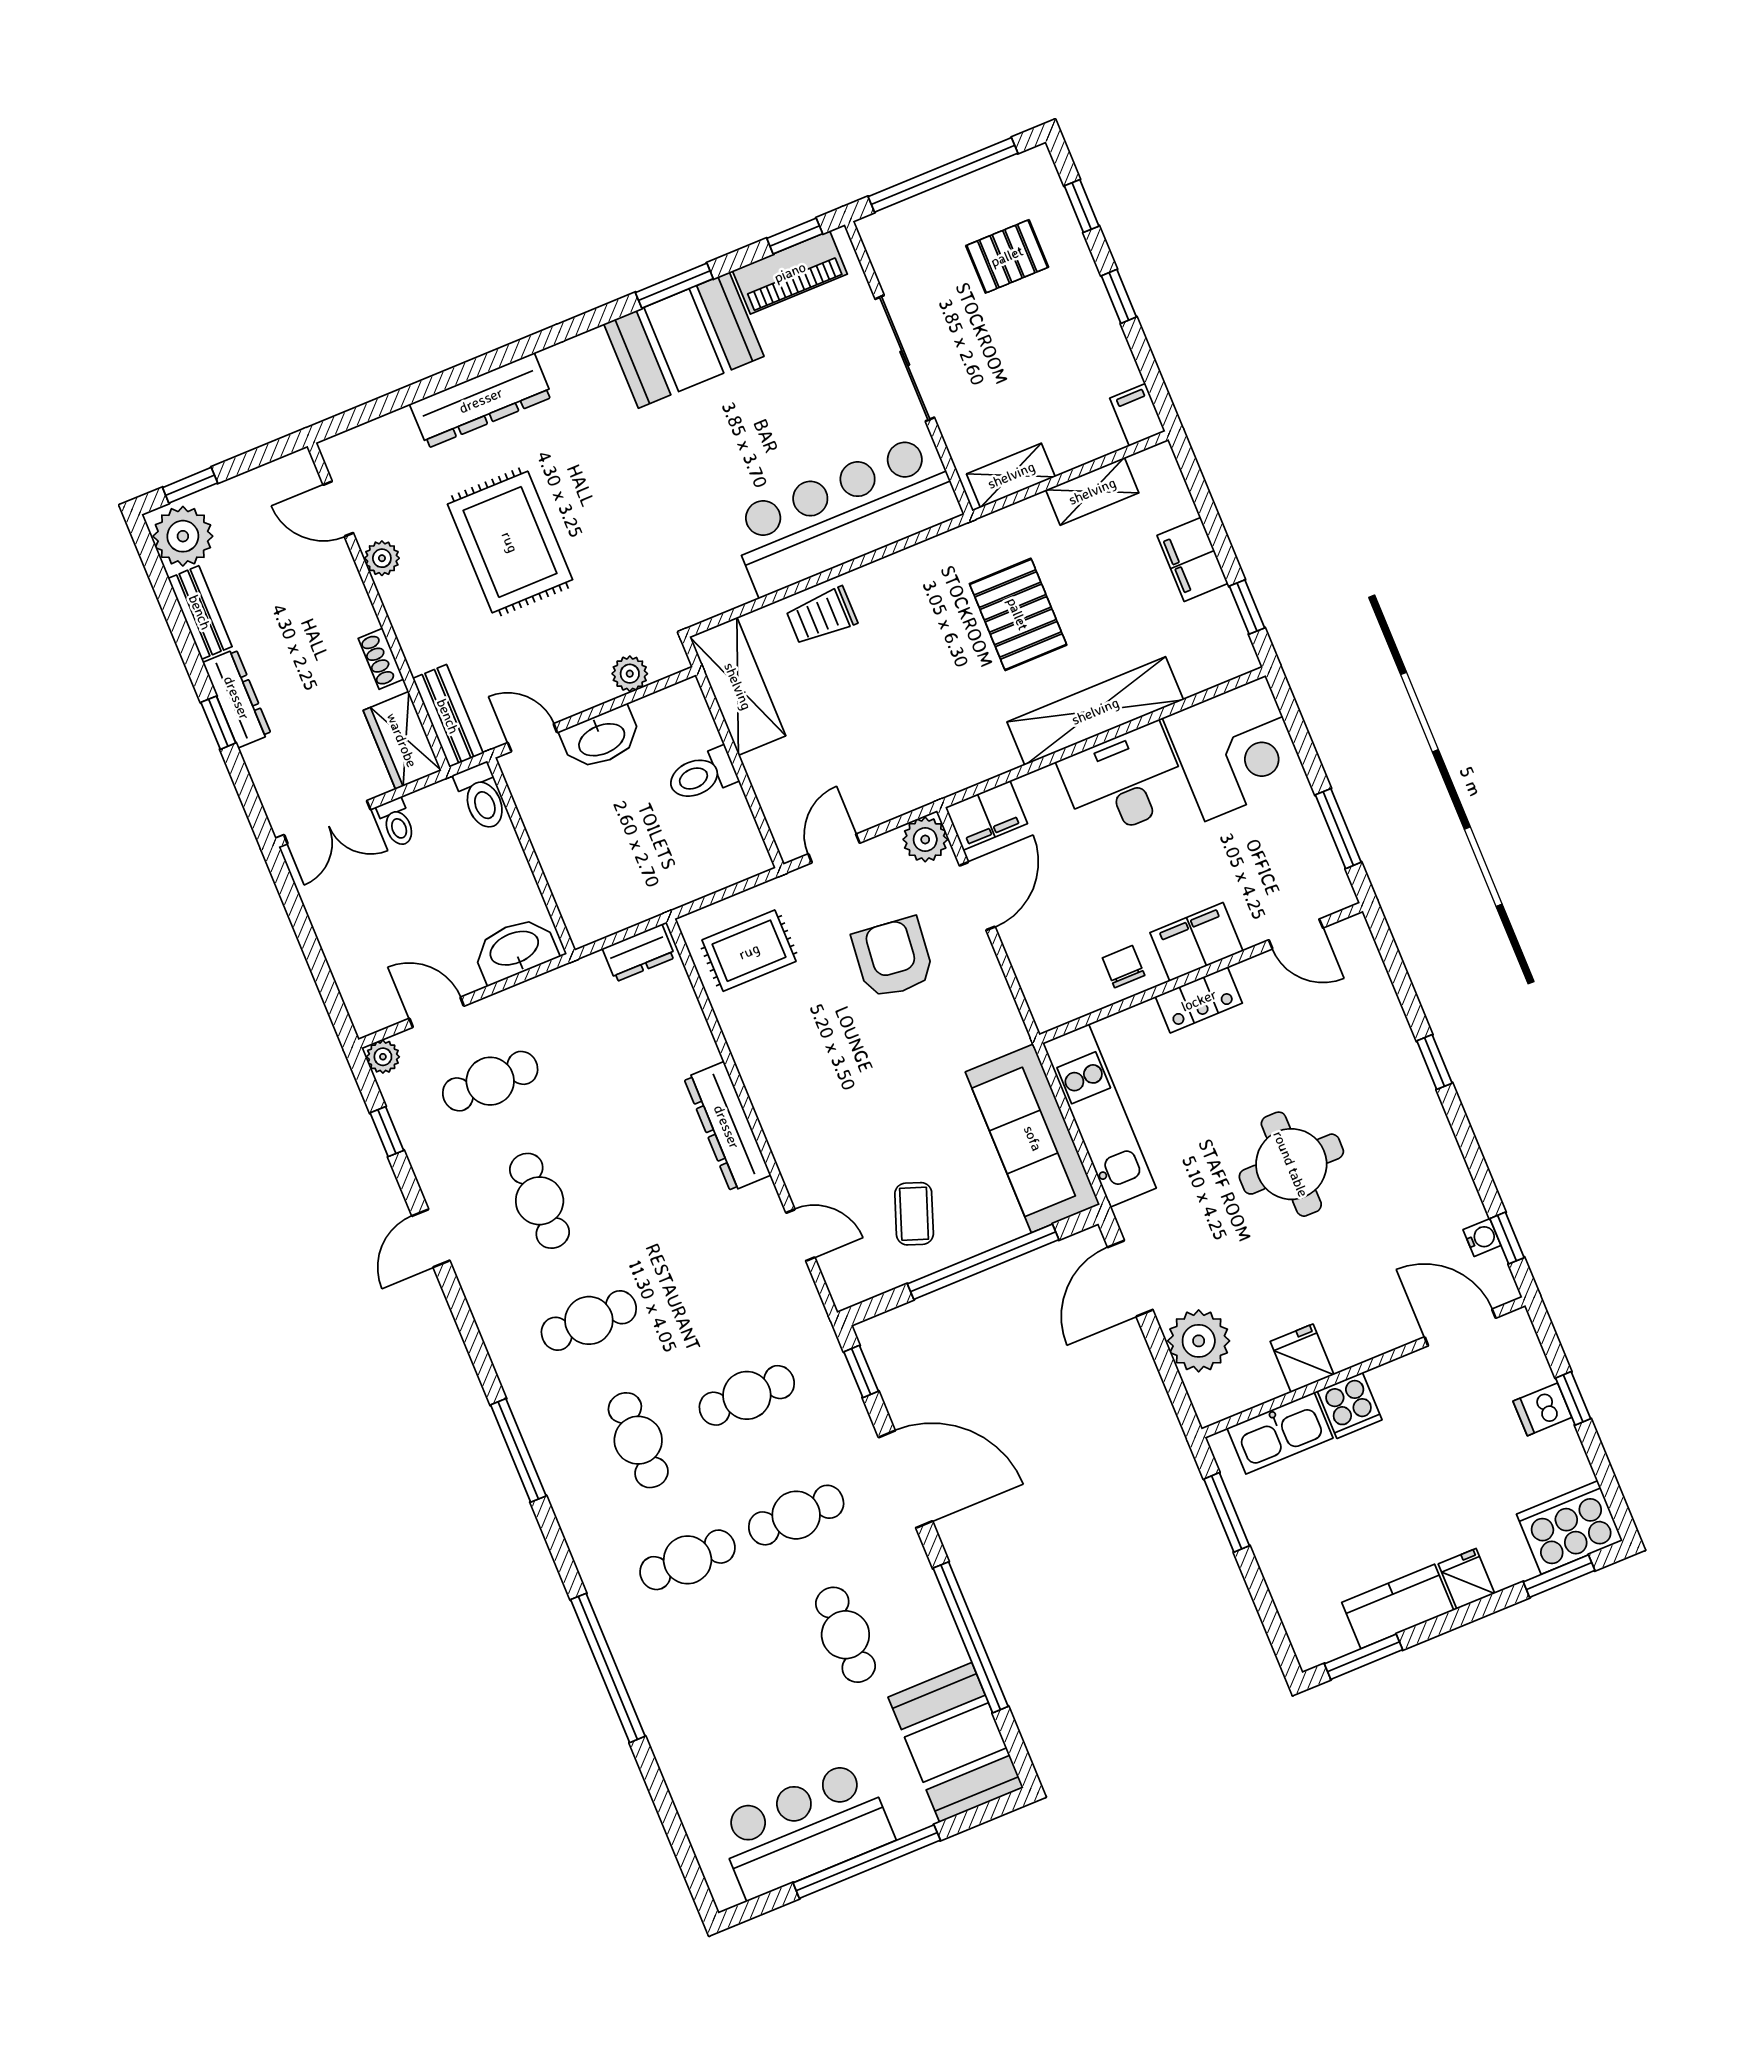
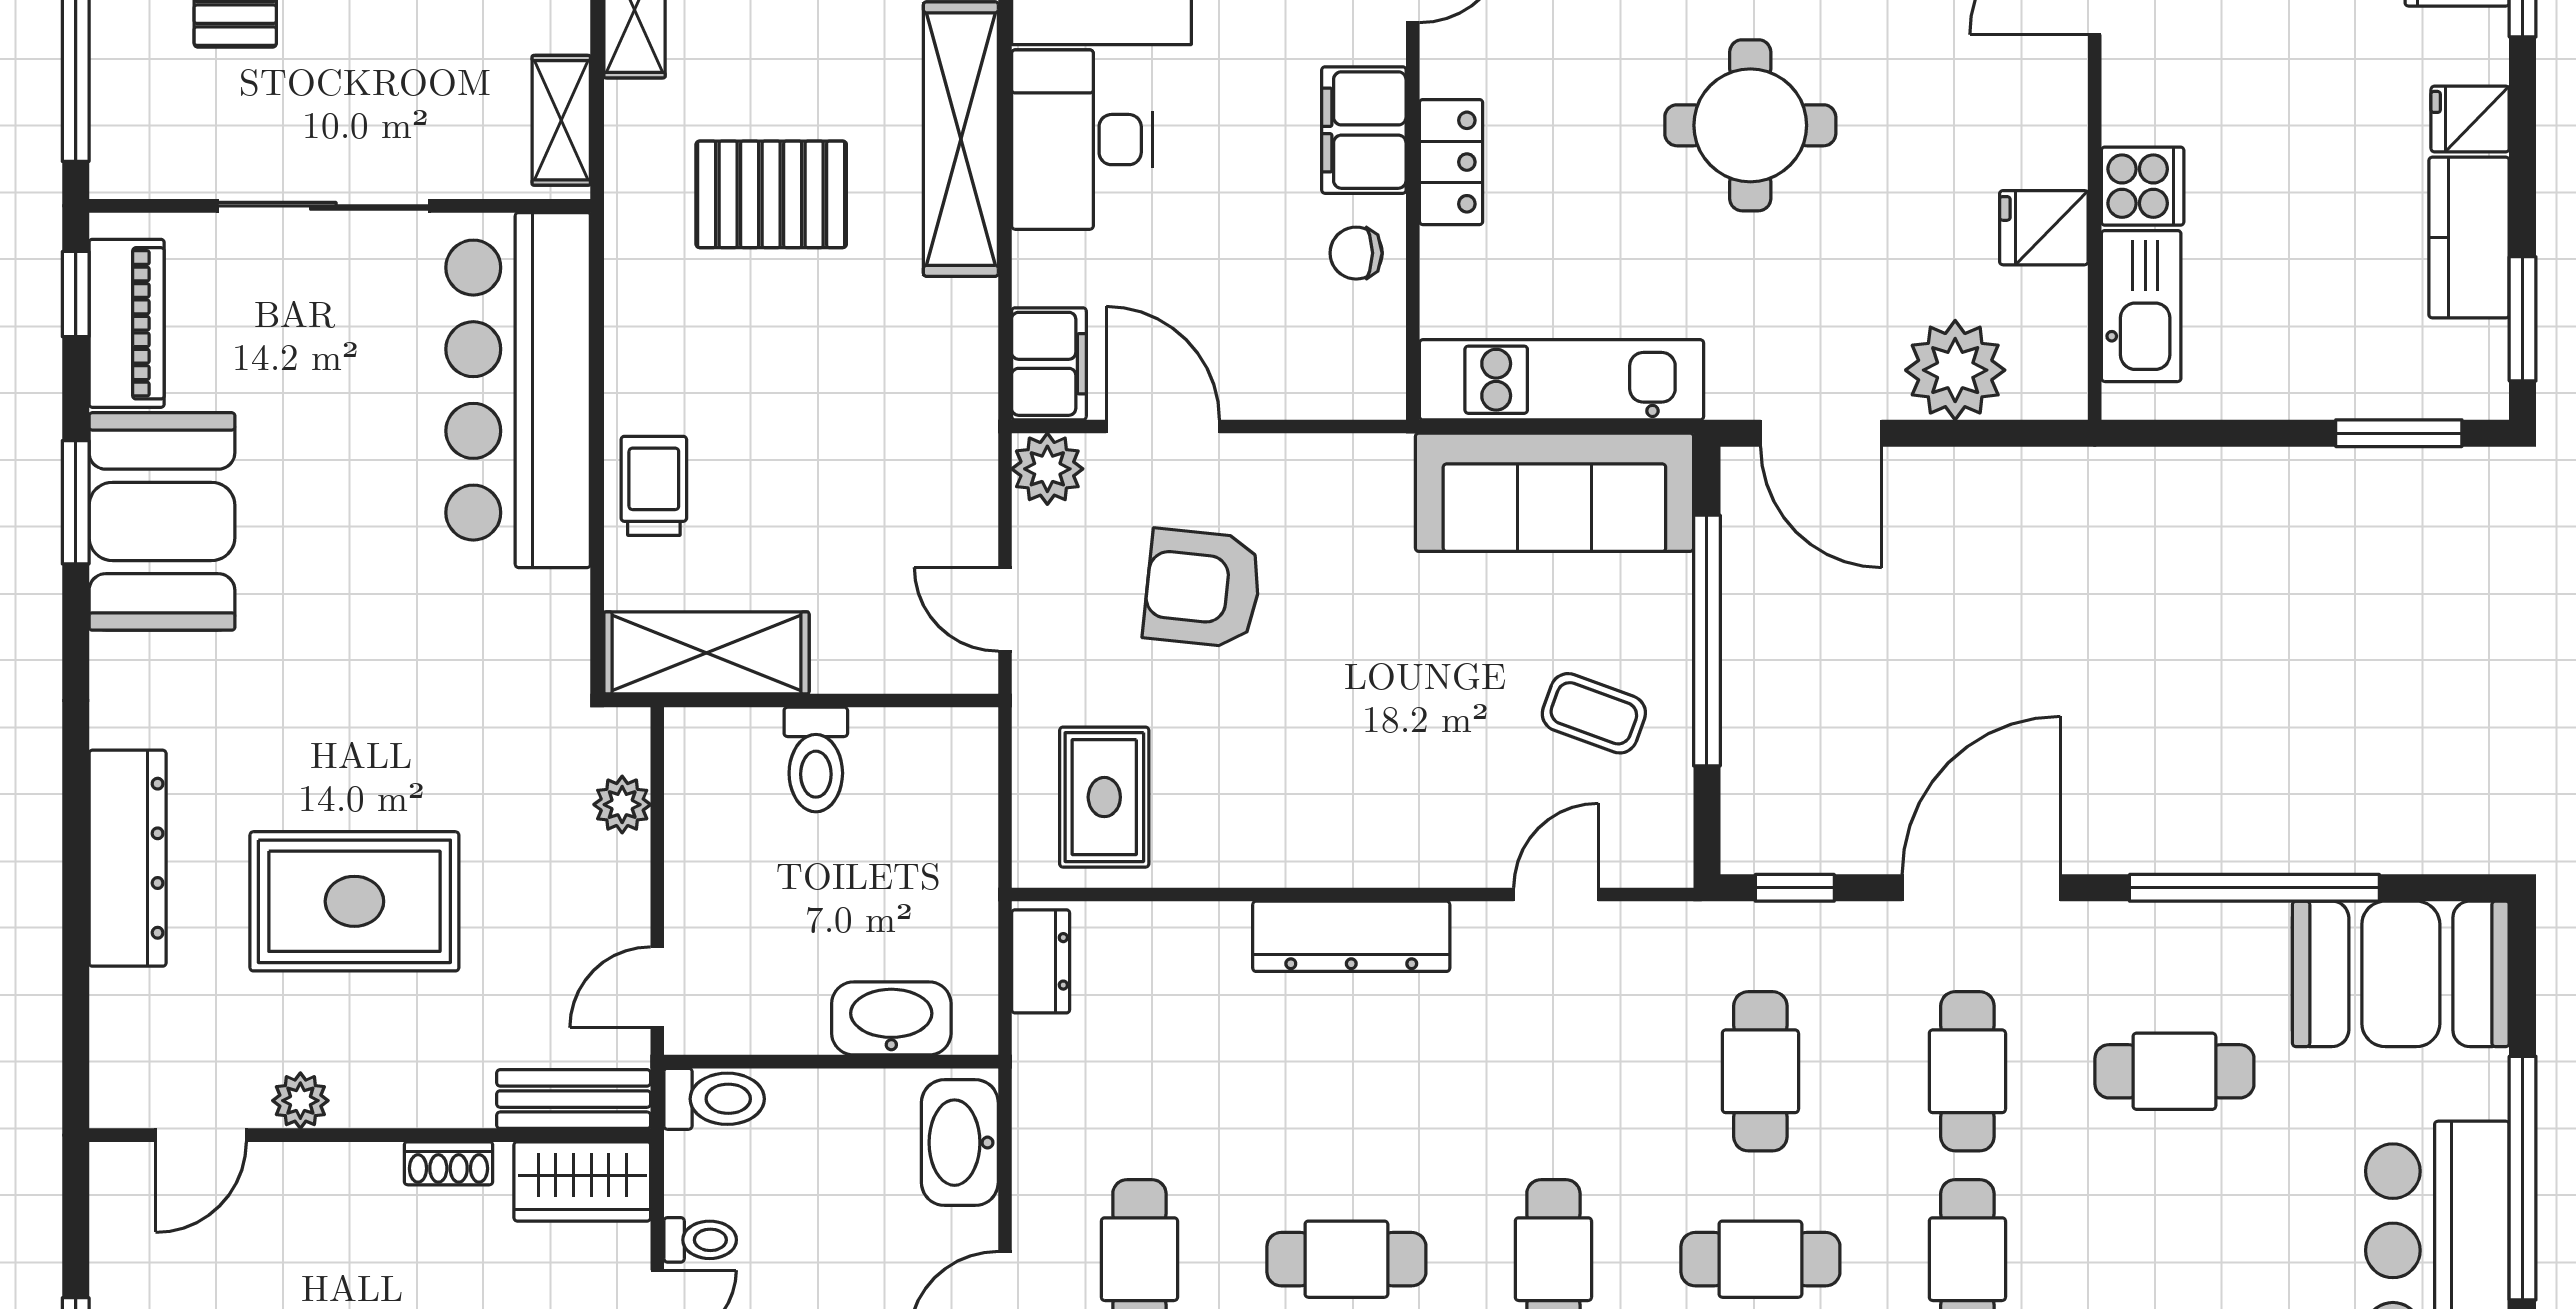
trolley: (822, 616) -> (654, 486), turned 180
washbasin: (601, 738) -> (891, 1018), moved, turned -90
window: (1227, 1512) -> (2399, 433), moved

